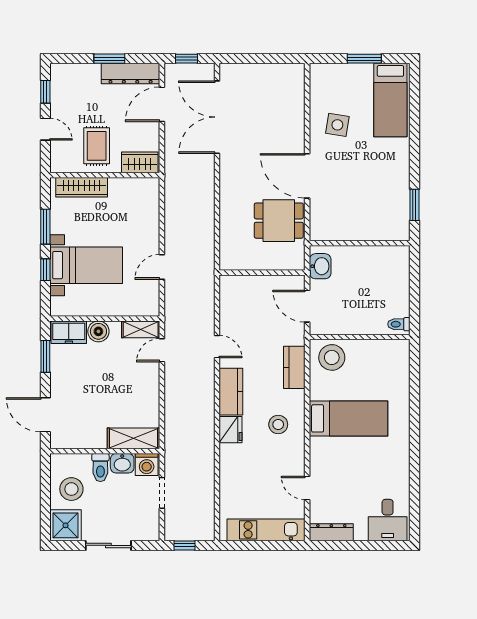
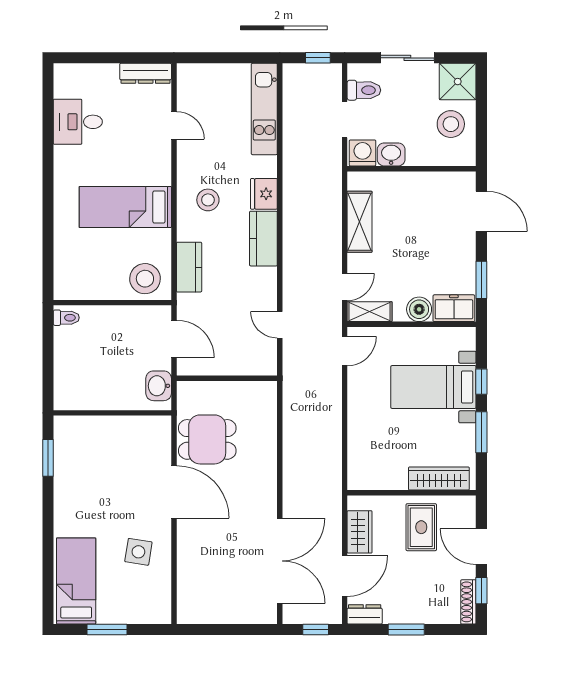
dresser: (131, 74) -> (365, 614), width x0.51, depth x0.80
shoe rack: (56, 82) -> (468, 602), added
door: (45, 129) -> (481, 547), width x1.38
wardrobe: (140, 162) -> (360, 532), moved, turned -90
door: (162, 267) -> (345, 351), moved
door: (217, 347) -> (280, 325), moved
shelving: (133, 438) -> (359, 222), moved, turned 90
toilet: (100, 467) -> (364, 90), moved, turned 90
desk: (388, 520) -> (78, 122), moved, turned -90
kitchen unit: (266, 530) -> (264, 109), moved, turned 90

